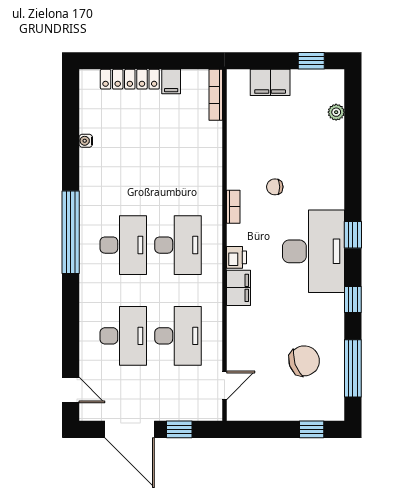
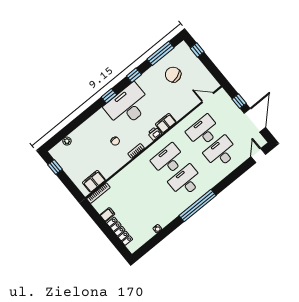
filing cabinet: (270, 82) -> (94, 181), moved, turned -90

